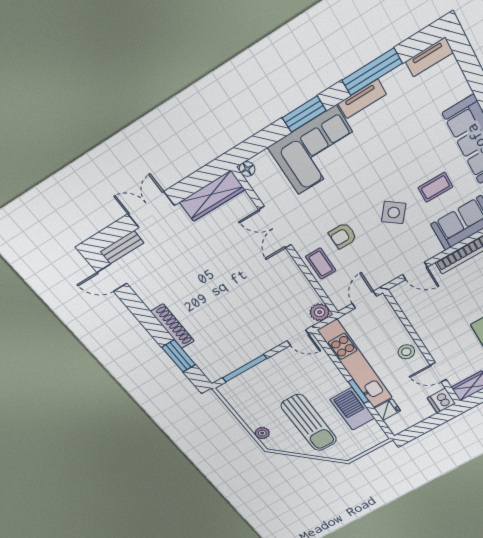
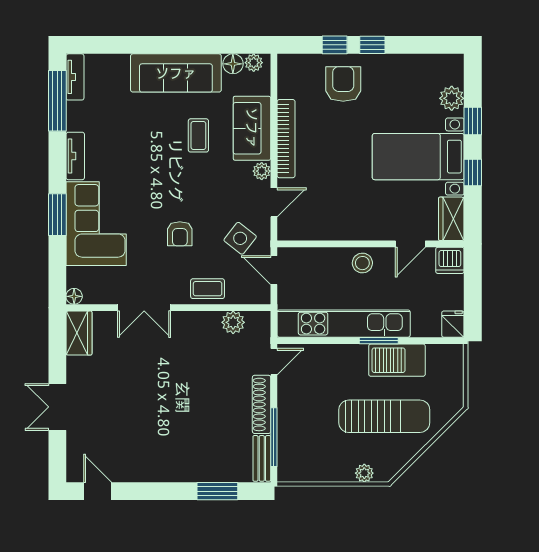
window: (372, 72) -> (57, 101), moved
wardrobe: (212, 196) -> (79, 333), width x0.67
side table: (394, 212) -> (240, 238), moved
armchair: (343, 236) -> (180, 234), moved
bench: (122, 247) -> (262, 458), moved
plant: (434, 249) -> (262, 171), added
door: (112, 278) -> (98, 491), swing flipped
plant: (320, 312) -> (233, 322), moved
shoe rack: (172, 326) -> (262, 404), moved, turned -90
fridge: (387, 410) -> (453, 324), moved

